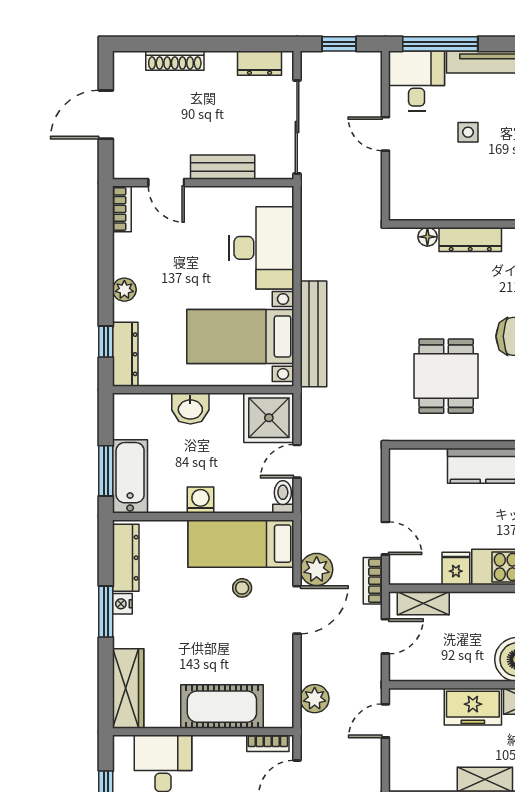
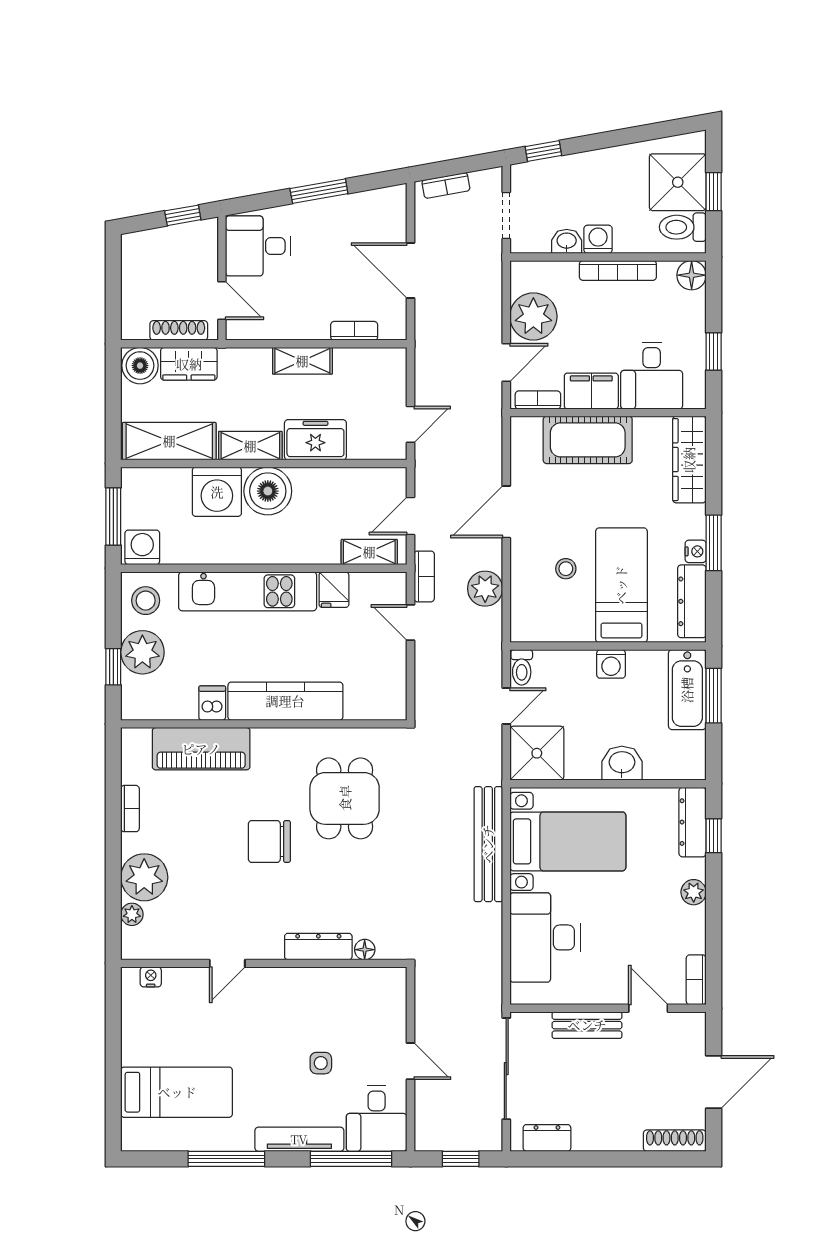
shoe rack: (175, 61) -> (675, 1141), moved
bed: (241, 544) -> (621, 585), moved, turned -90
door: (297, 610) -> (506, 512), moved
plant: (315, 699) -> (487, 448), removed
filing cabinet: (219, 752) -> (591, 391), added

